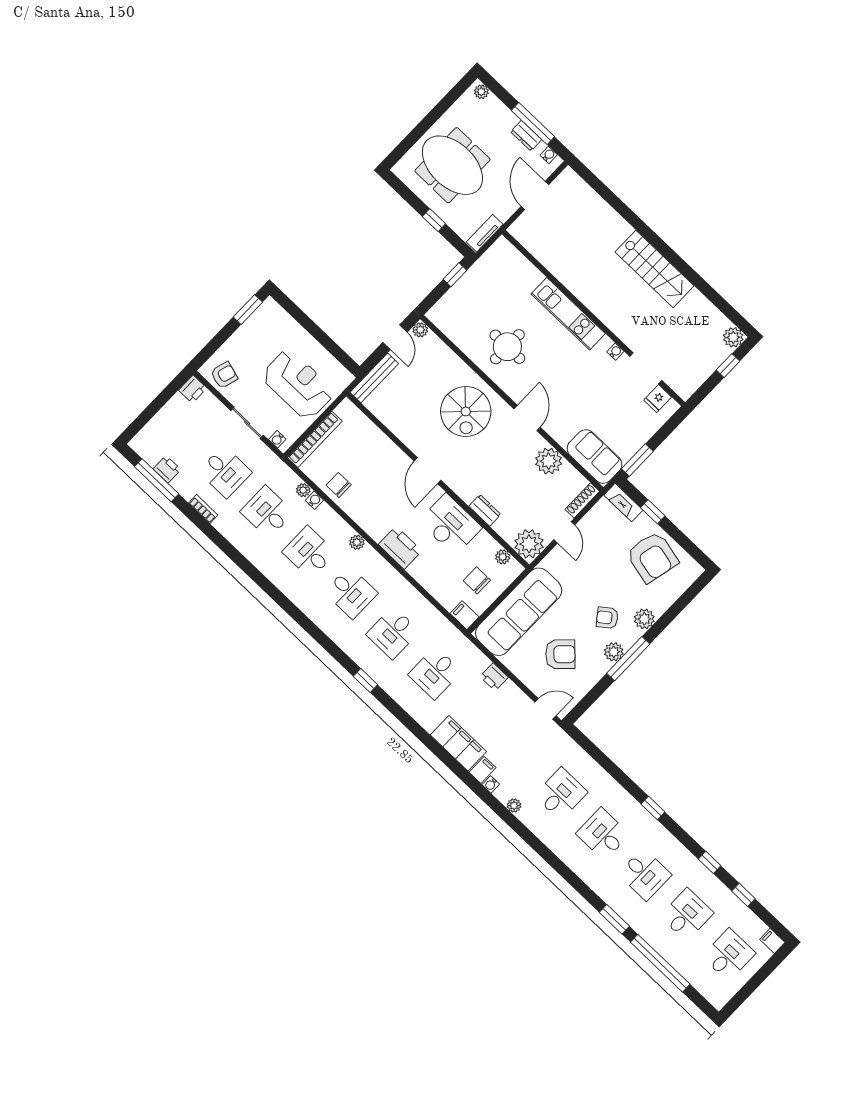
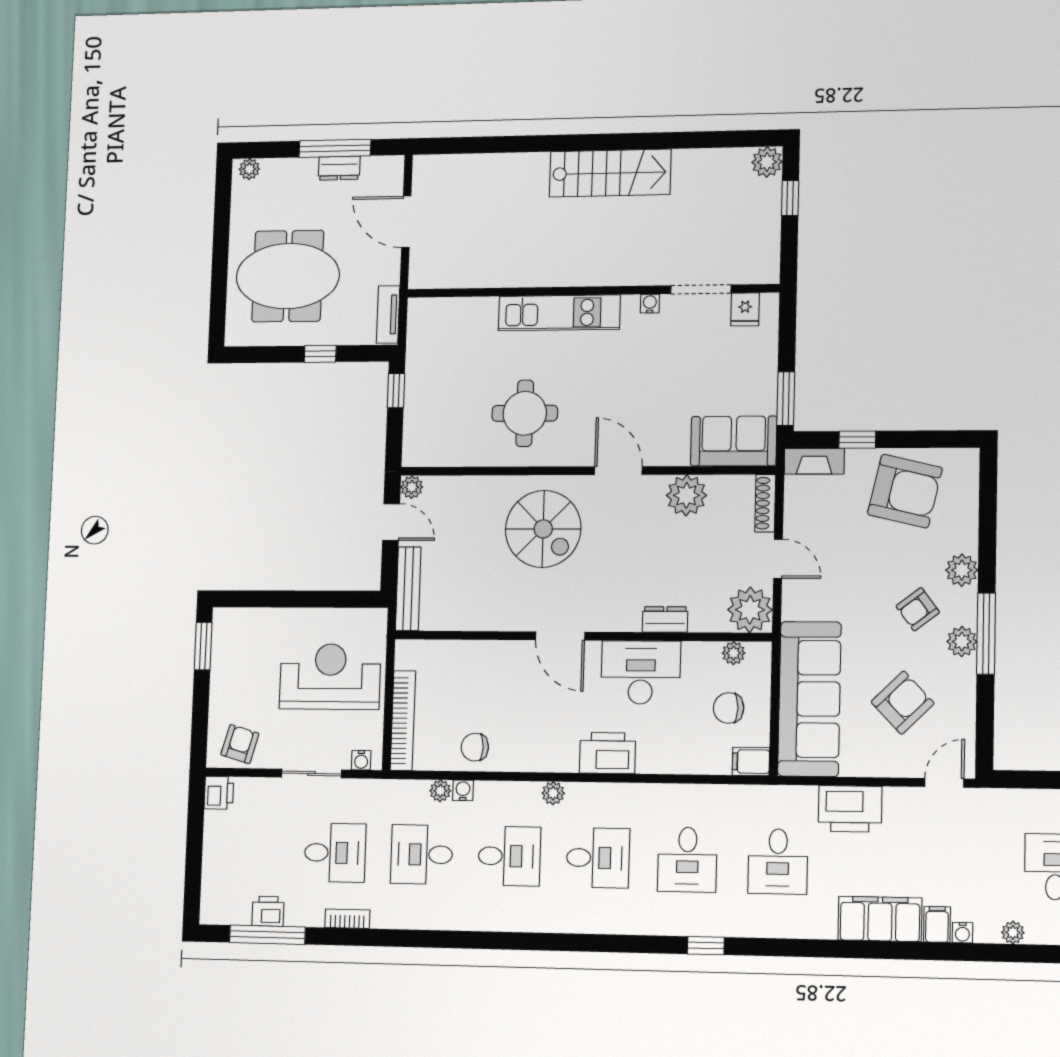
water cooler: (549, 155) -> (382, 165), removed
desk: (309, 552) -> (509, 856), turned 180
printer: (494, 677) -> (850, 809), width x1.87, depth x1.48

